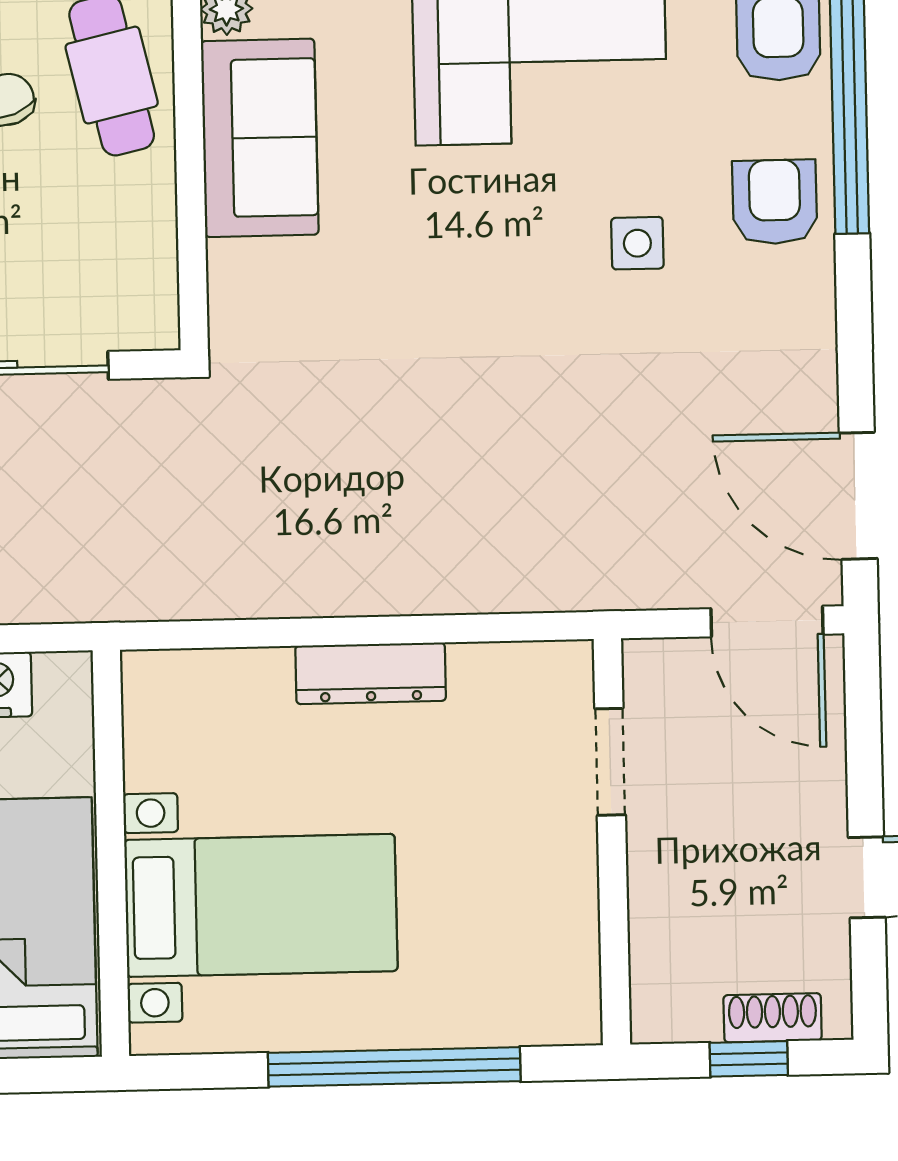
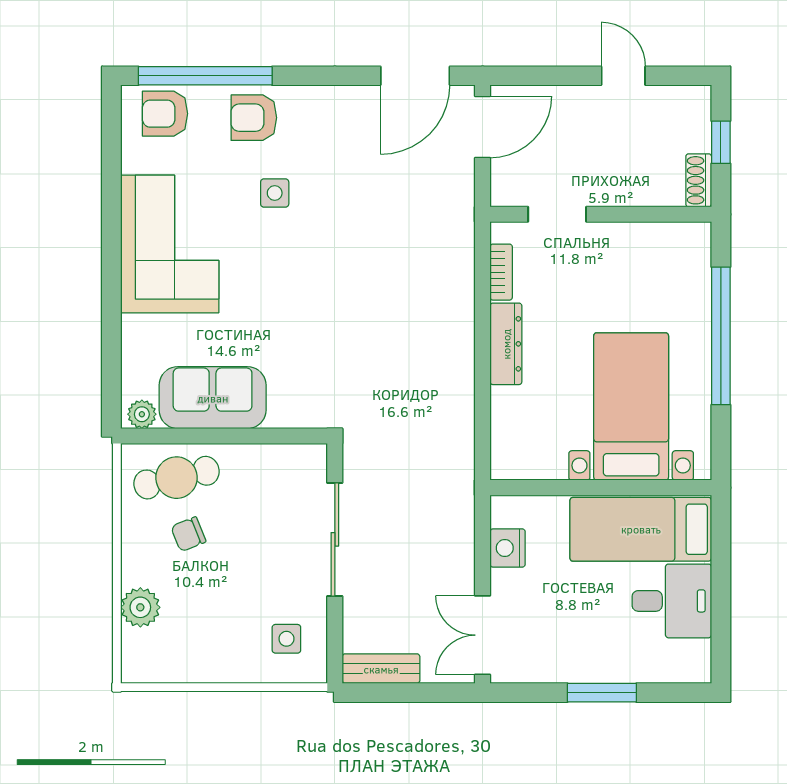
bookcase: (502, 662) -> (501, 272), added
shoe rack: (773, 1018) -> (699, 180), moved

